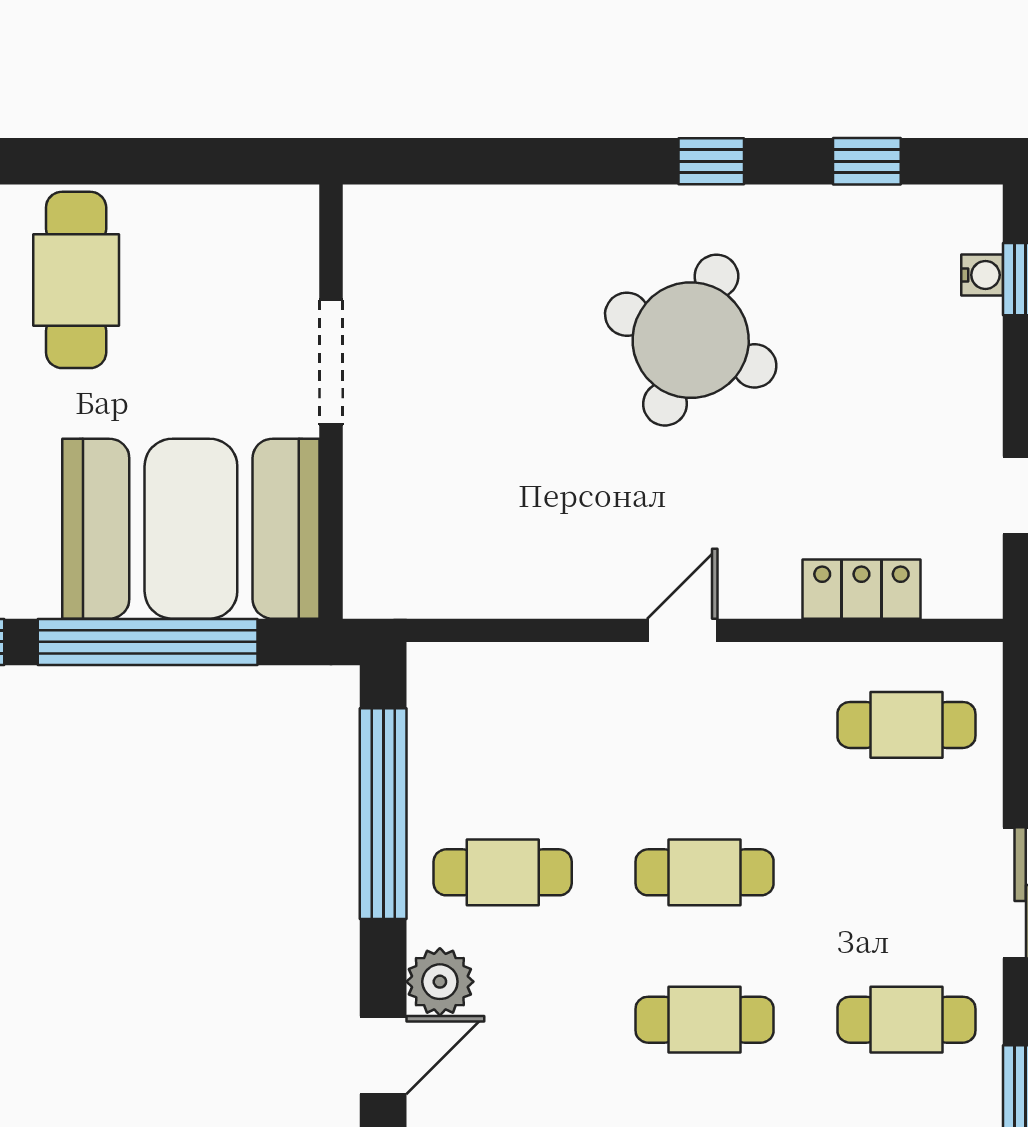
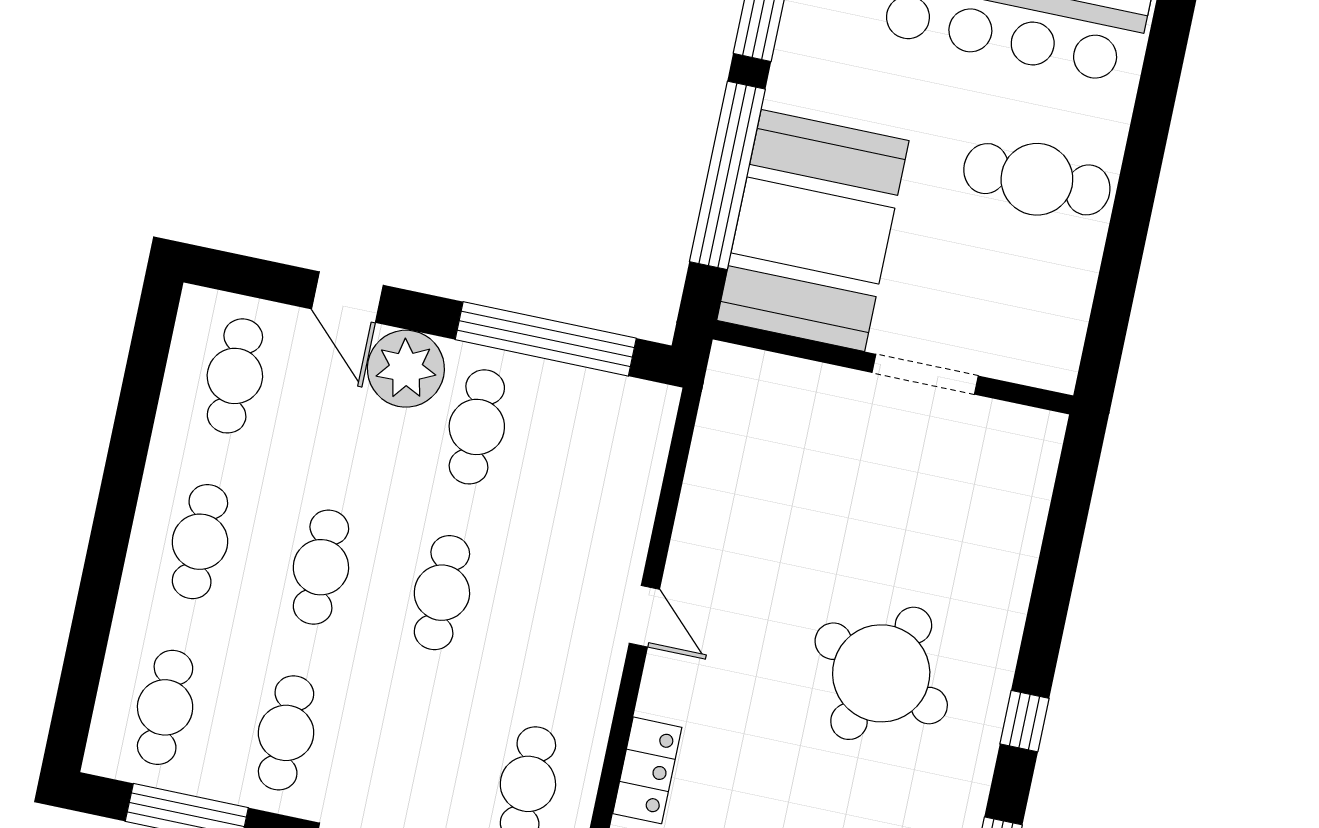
plant: (440, 982) -> (406, 369), width x1.36, depth x1.36

